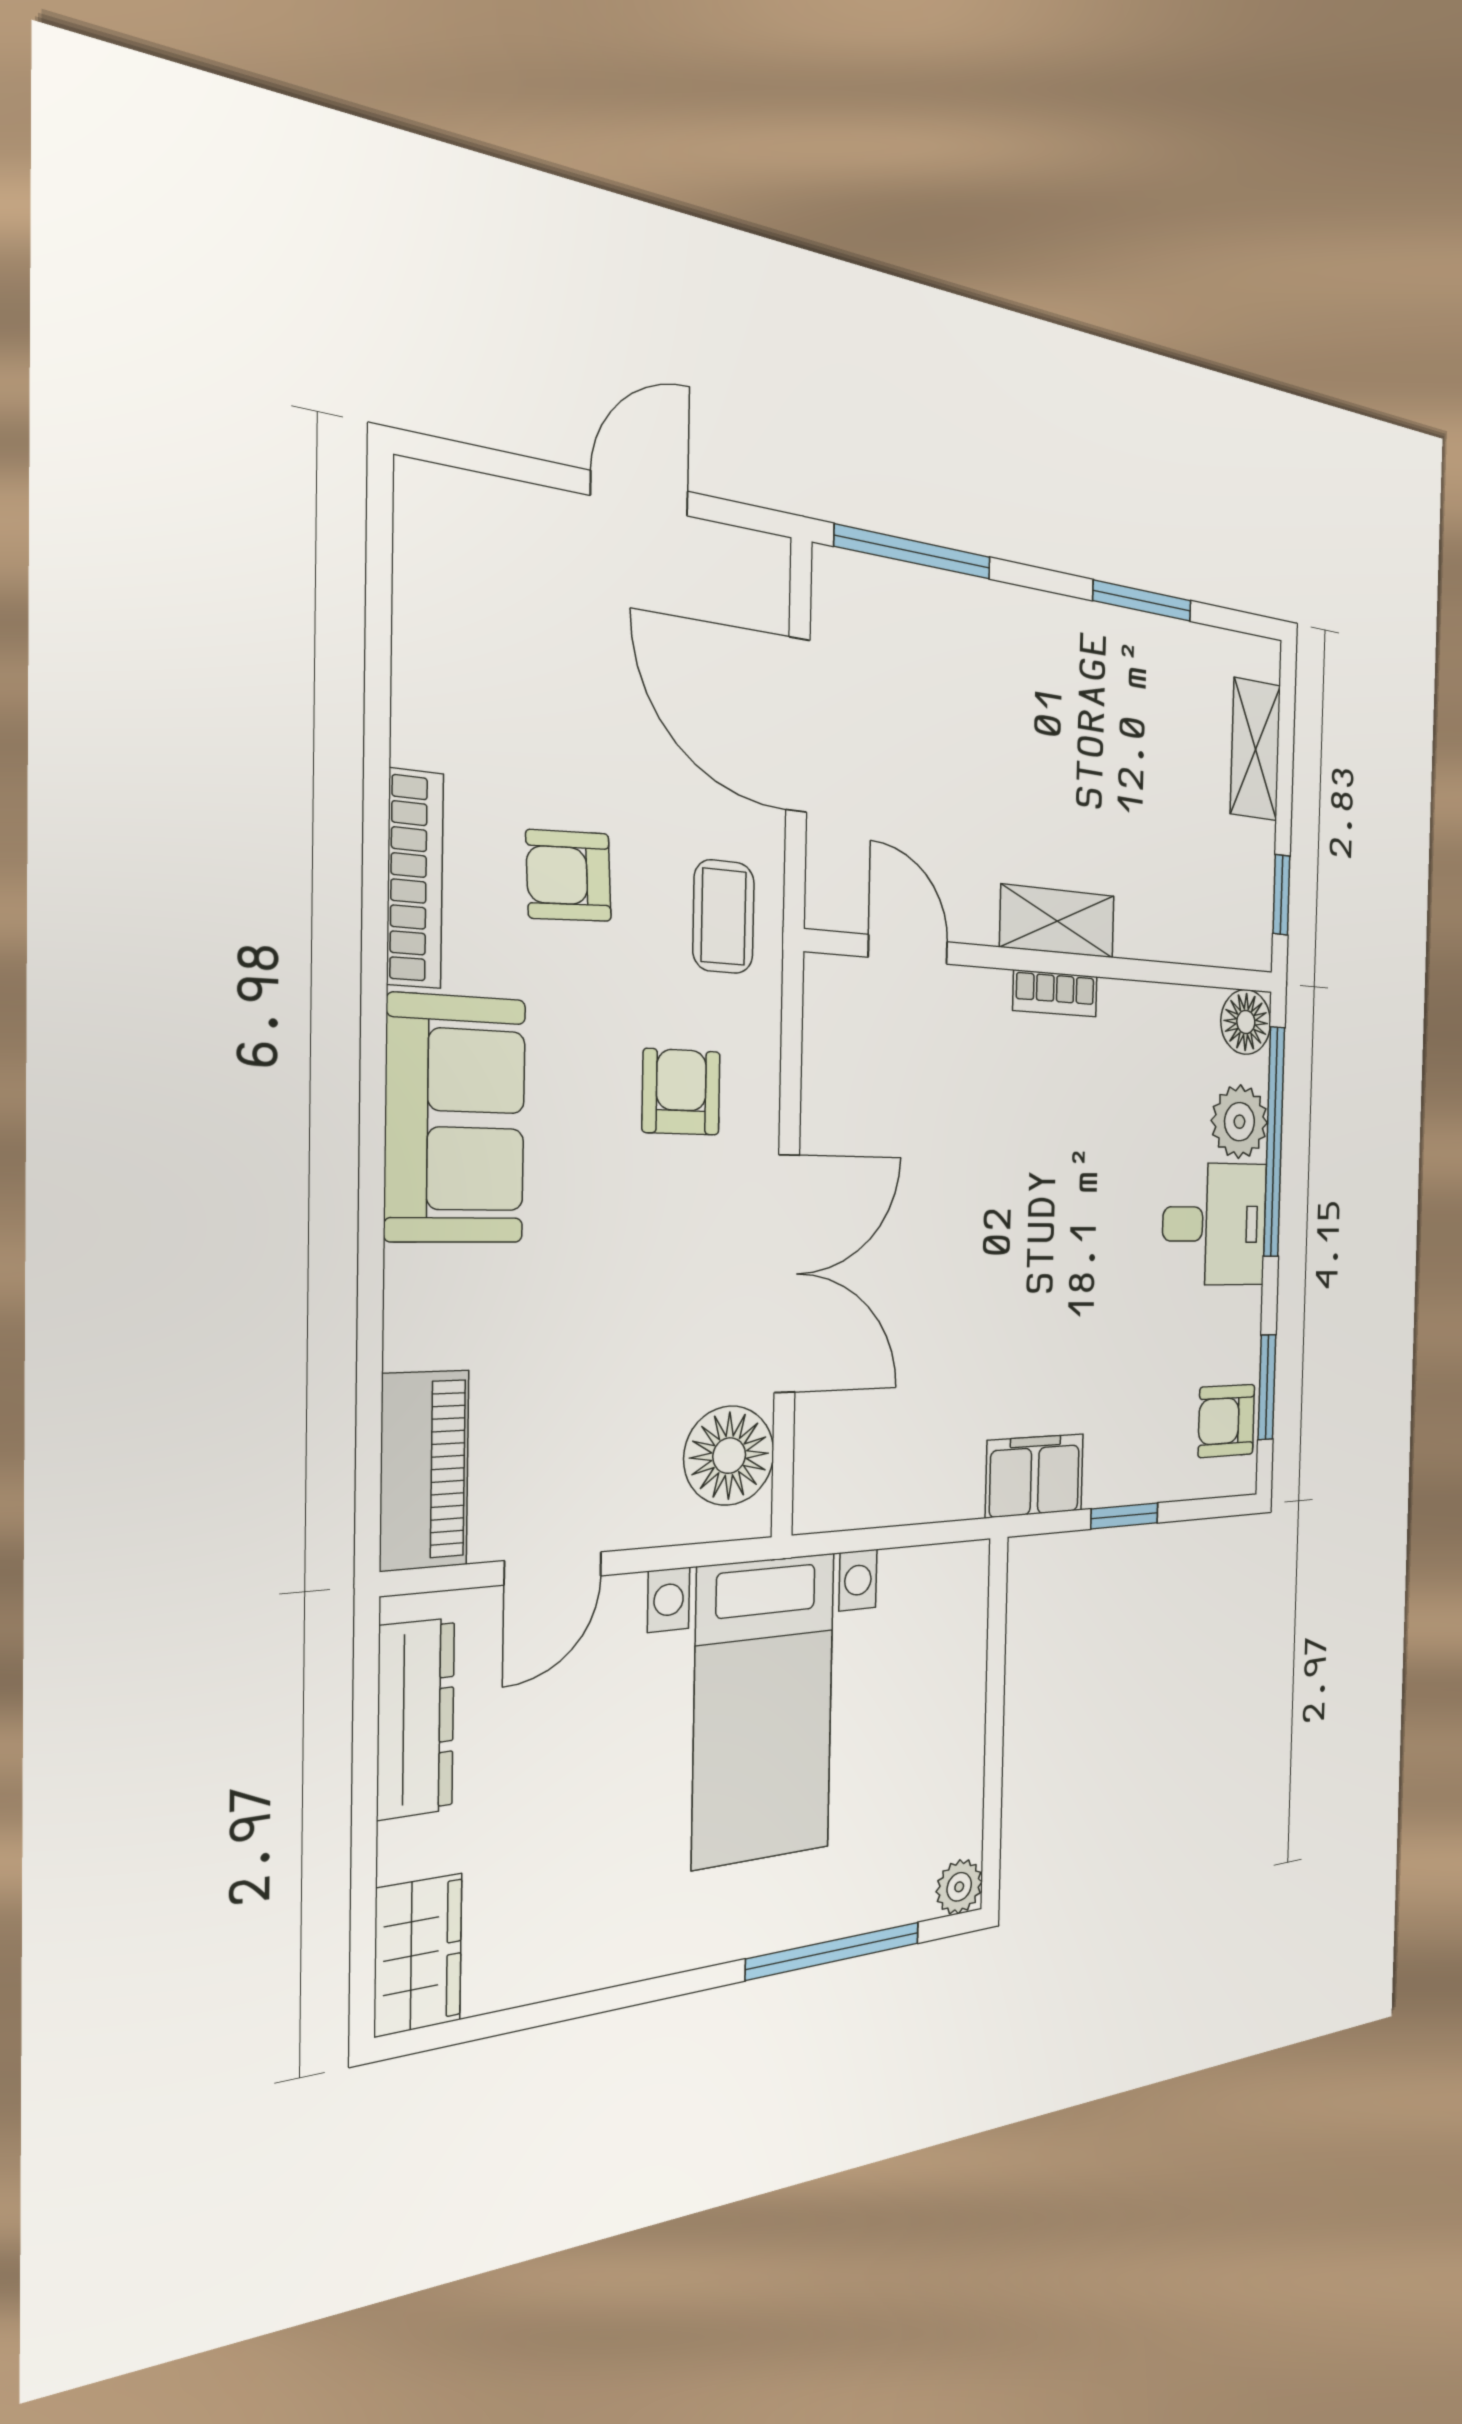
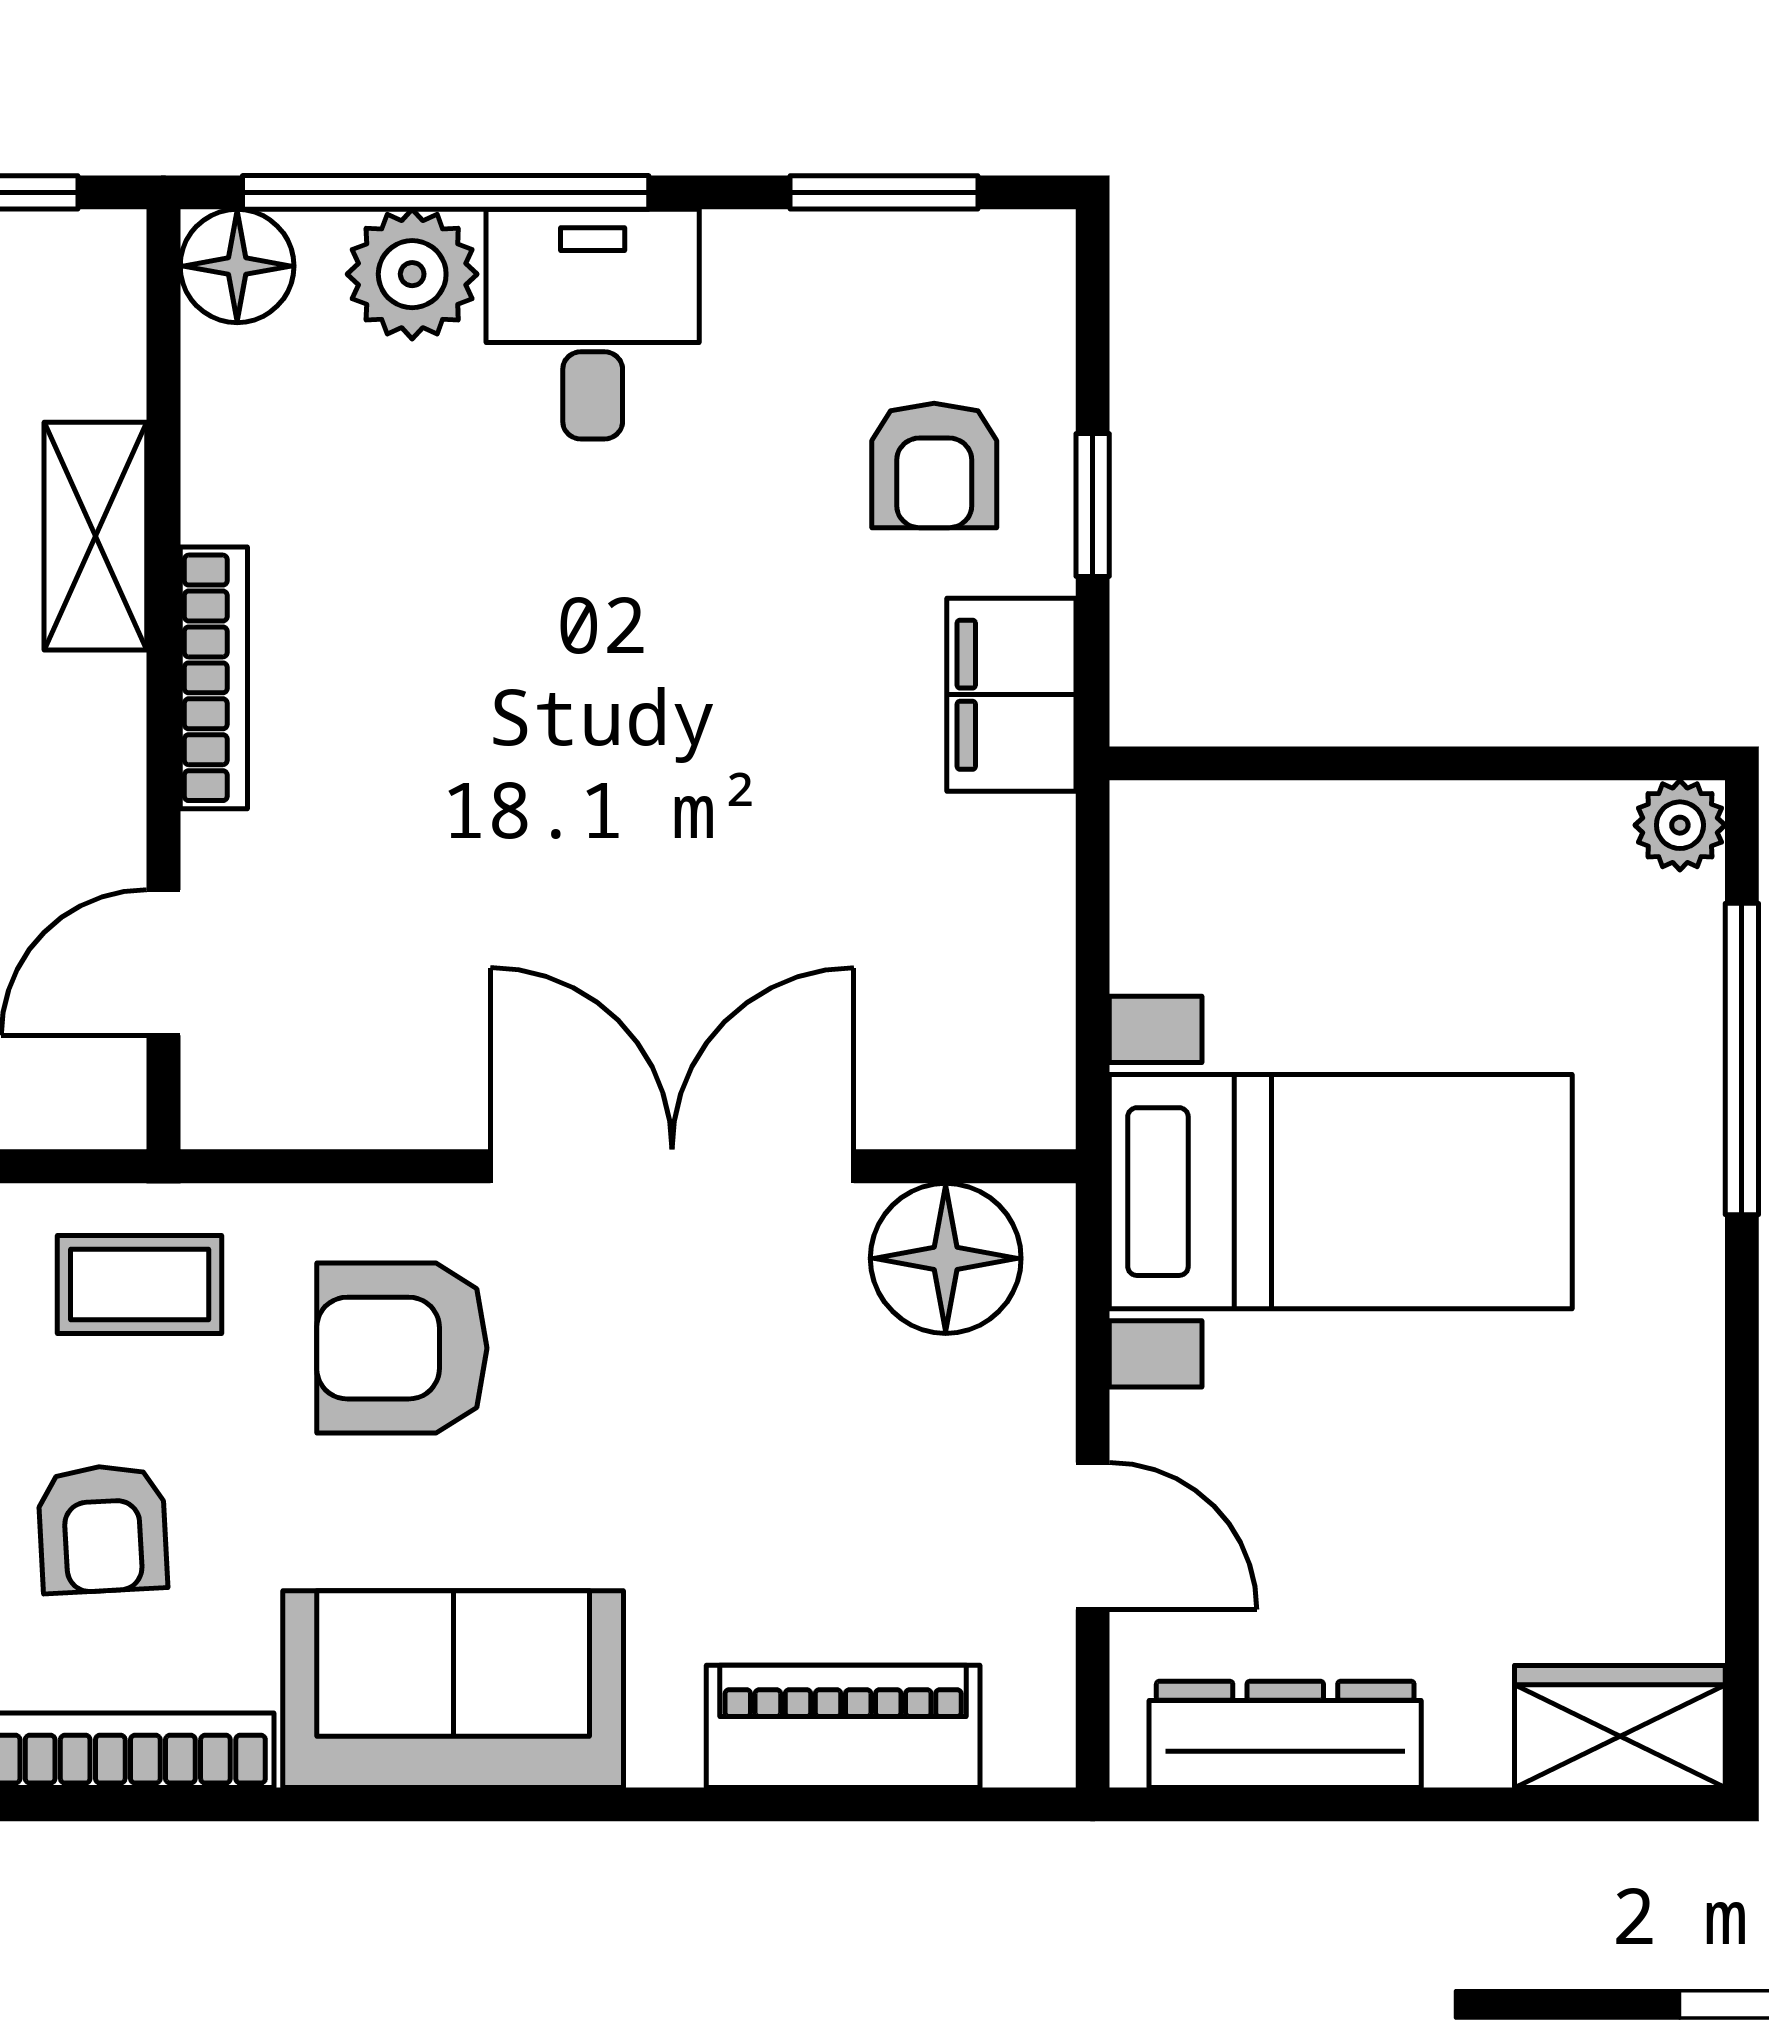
shelving: (1057, 921) -> (95, 536), moved
bookcase: (1055, 993) -> (214, 678), width x1.56
armchair: (681, 1092) -> (402, 1348), width x1.38, depth x1.38
armchair: (1226, 1421) -> (934, 465), moved
piano: (424, 1470) -> (843, 1726), moved

